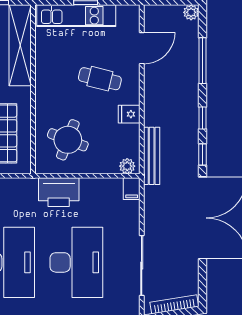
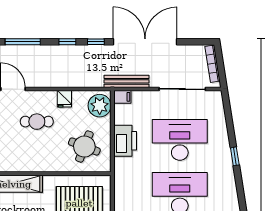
cafe table: (100, 79) -> (37, 122), turned 76
bench: (152, 156) -> (127, 81), moved
plant: (127, 166) -> (100, 106), width x1.88, depth x1.88
printer: (59, 192) -> (125, 141), moved

